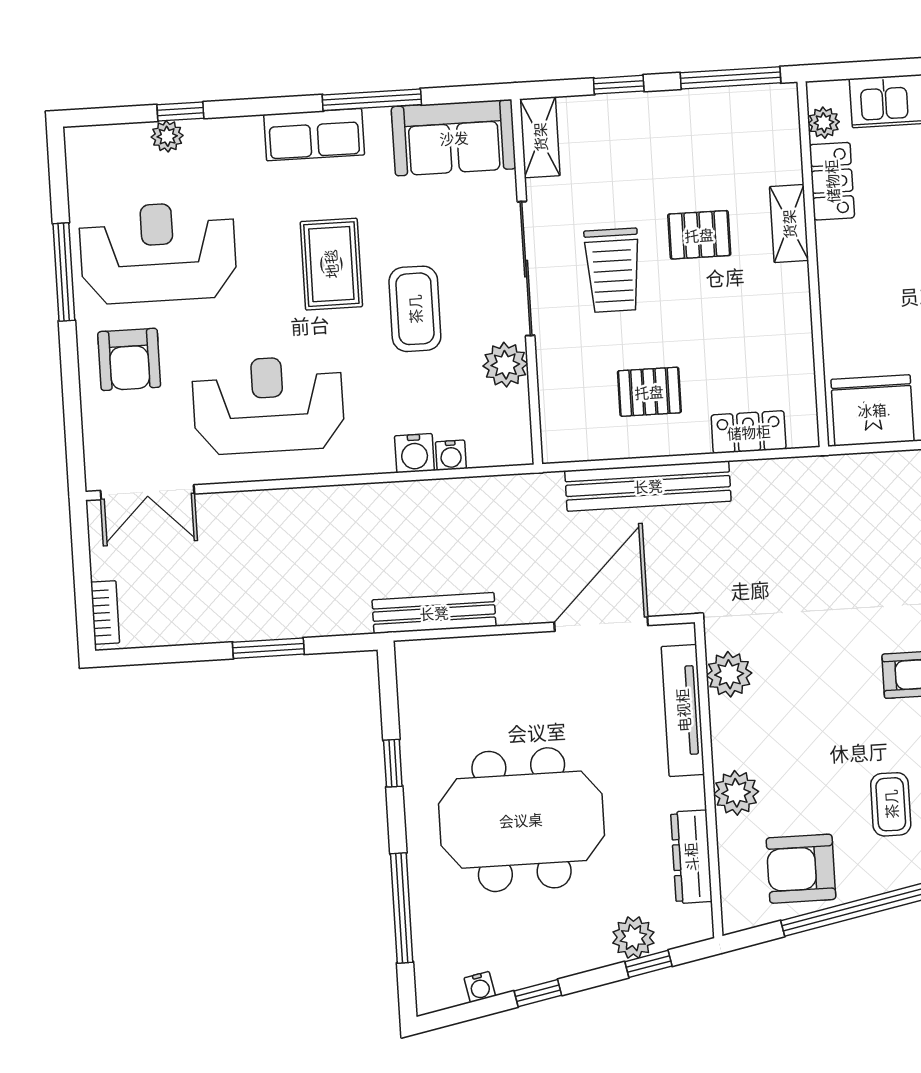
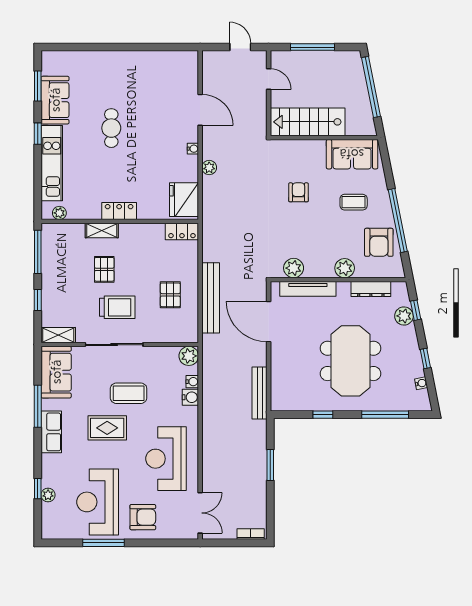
locker: (832, 181) -> (119, 211), moved
plant: (505, 365) -> (189, 356), moved
locker: (749, 432) -> (182, 231), moved, turned -90

